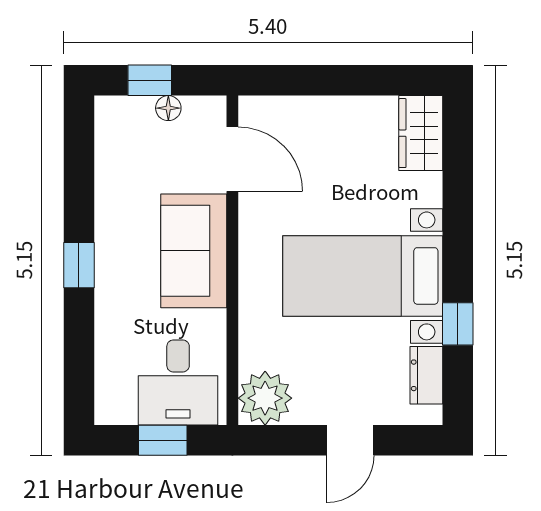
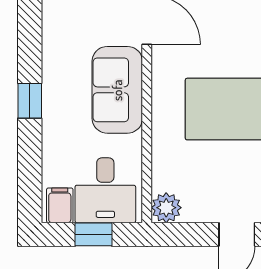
plant: (265, 398) -> (166, 208), width x0.73, depth x0.73
filing cabinet: (118, 402) -> (60, 205), added

